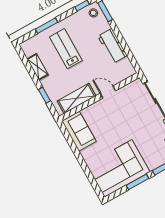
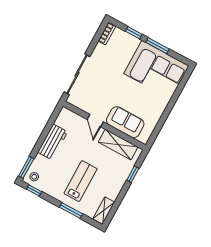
lab bench: (66, 49) -> (81, 181), turned 180
shelving: (38, 67) -> (104, 211), moved
sofa: (79, 131) -> (125, 122), moved, turned 90

